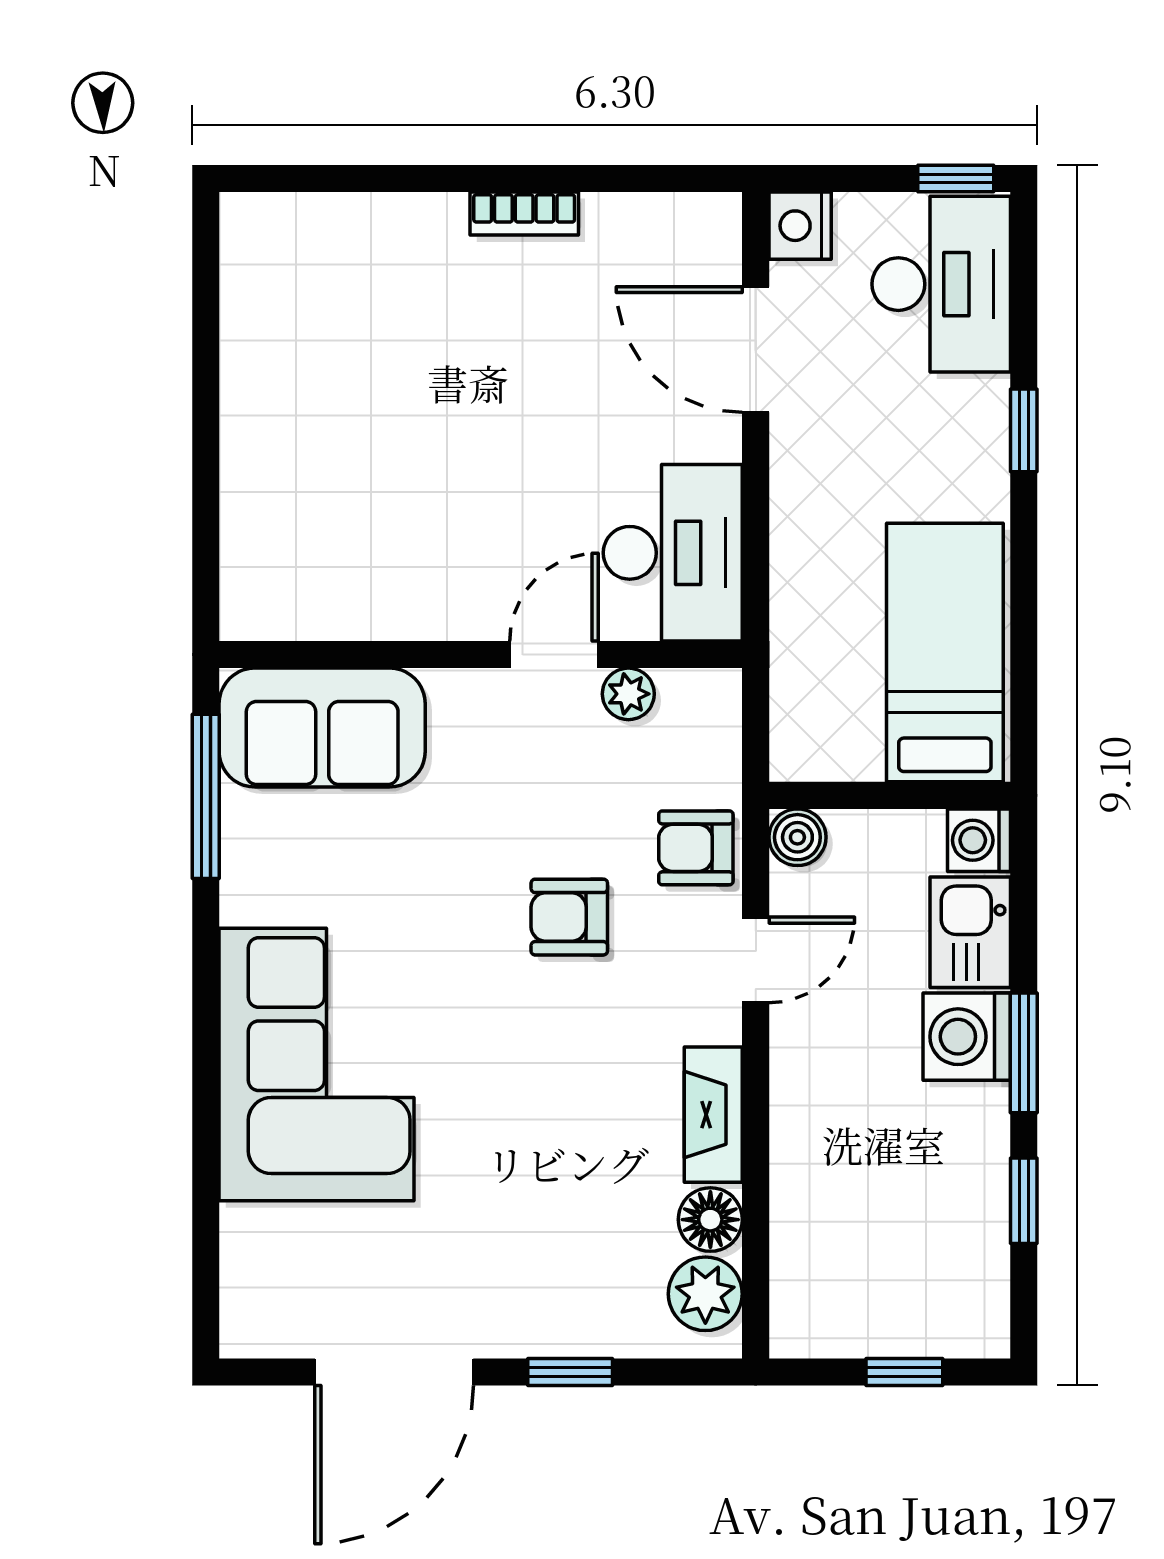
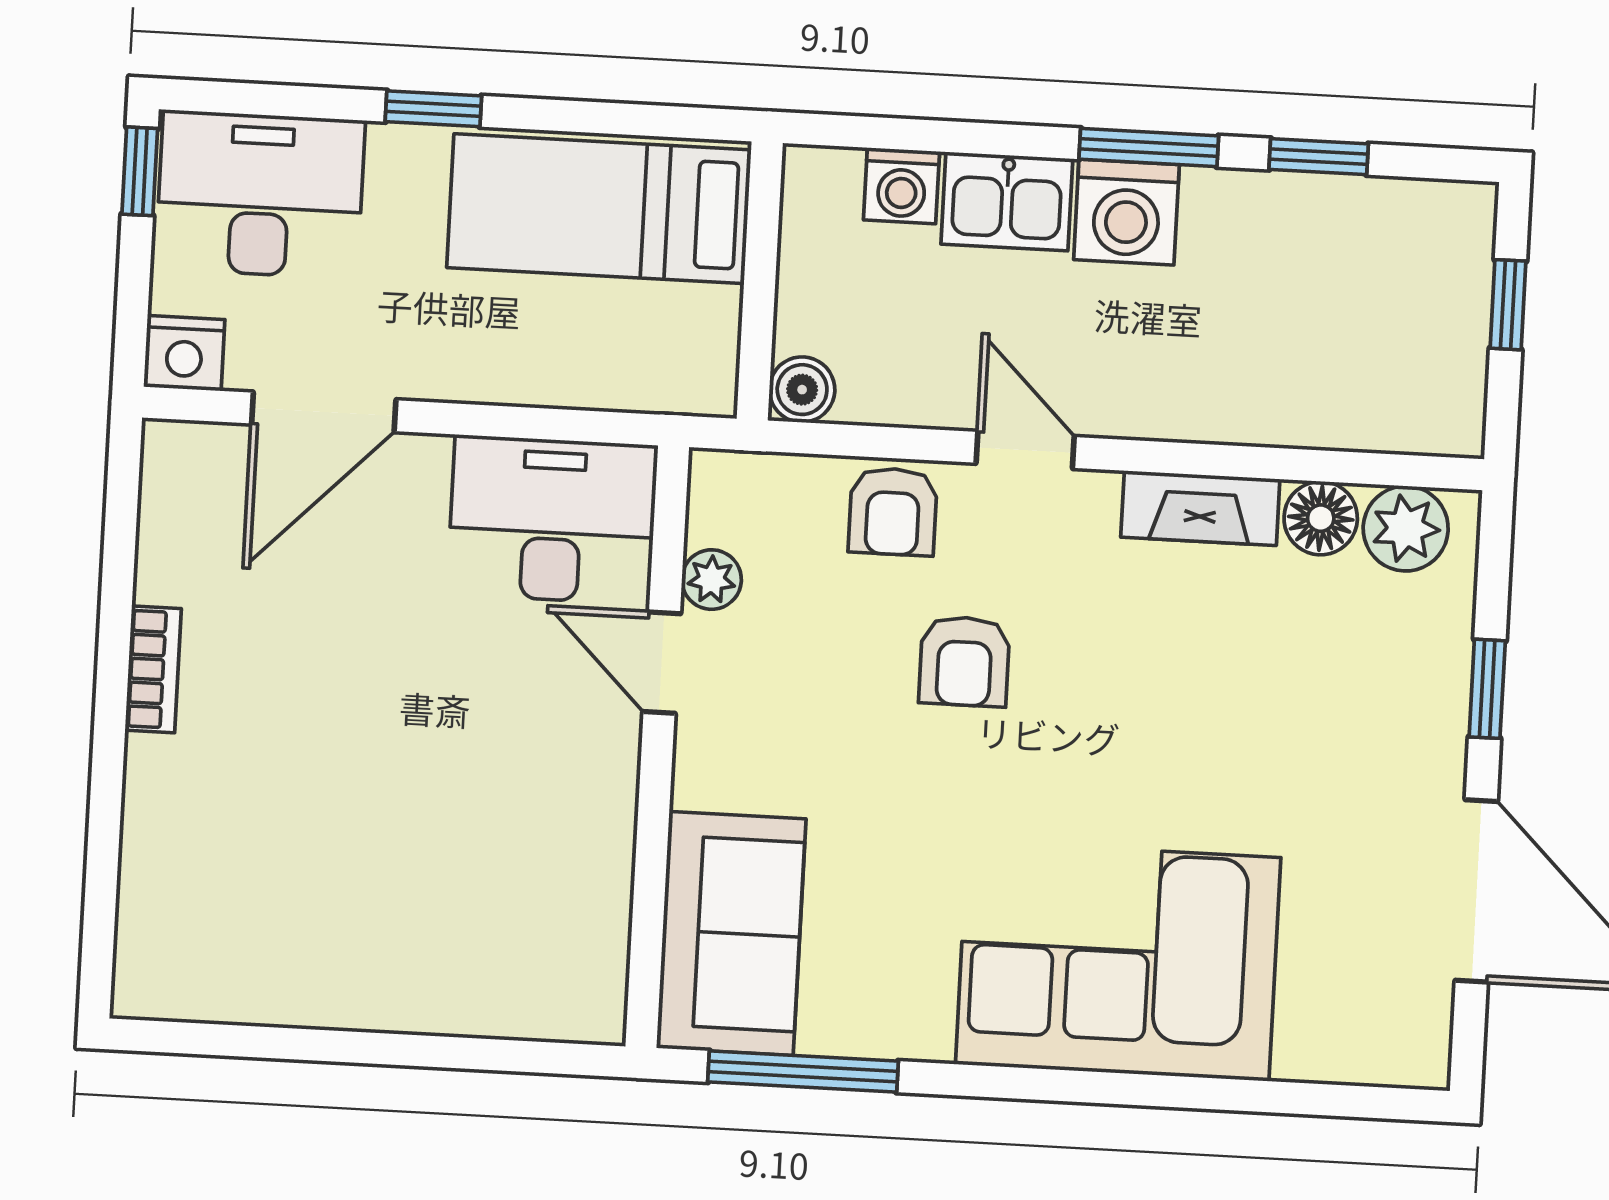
bed: (945, 653) -> (599, 209), moved
wall: (890, 795) -> (760, 281), moved
boiler: (797, 837) -> (802, 390), moved

